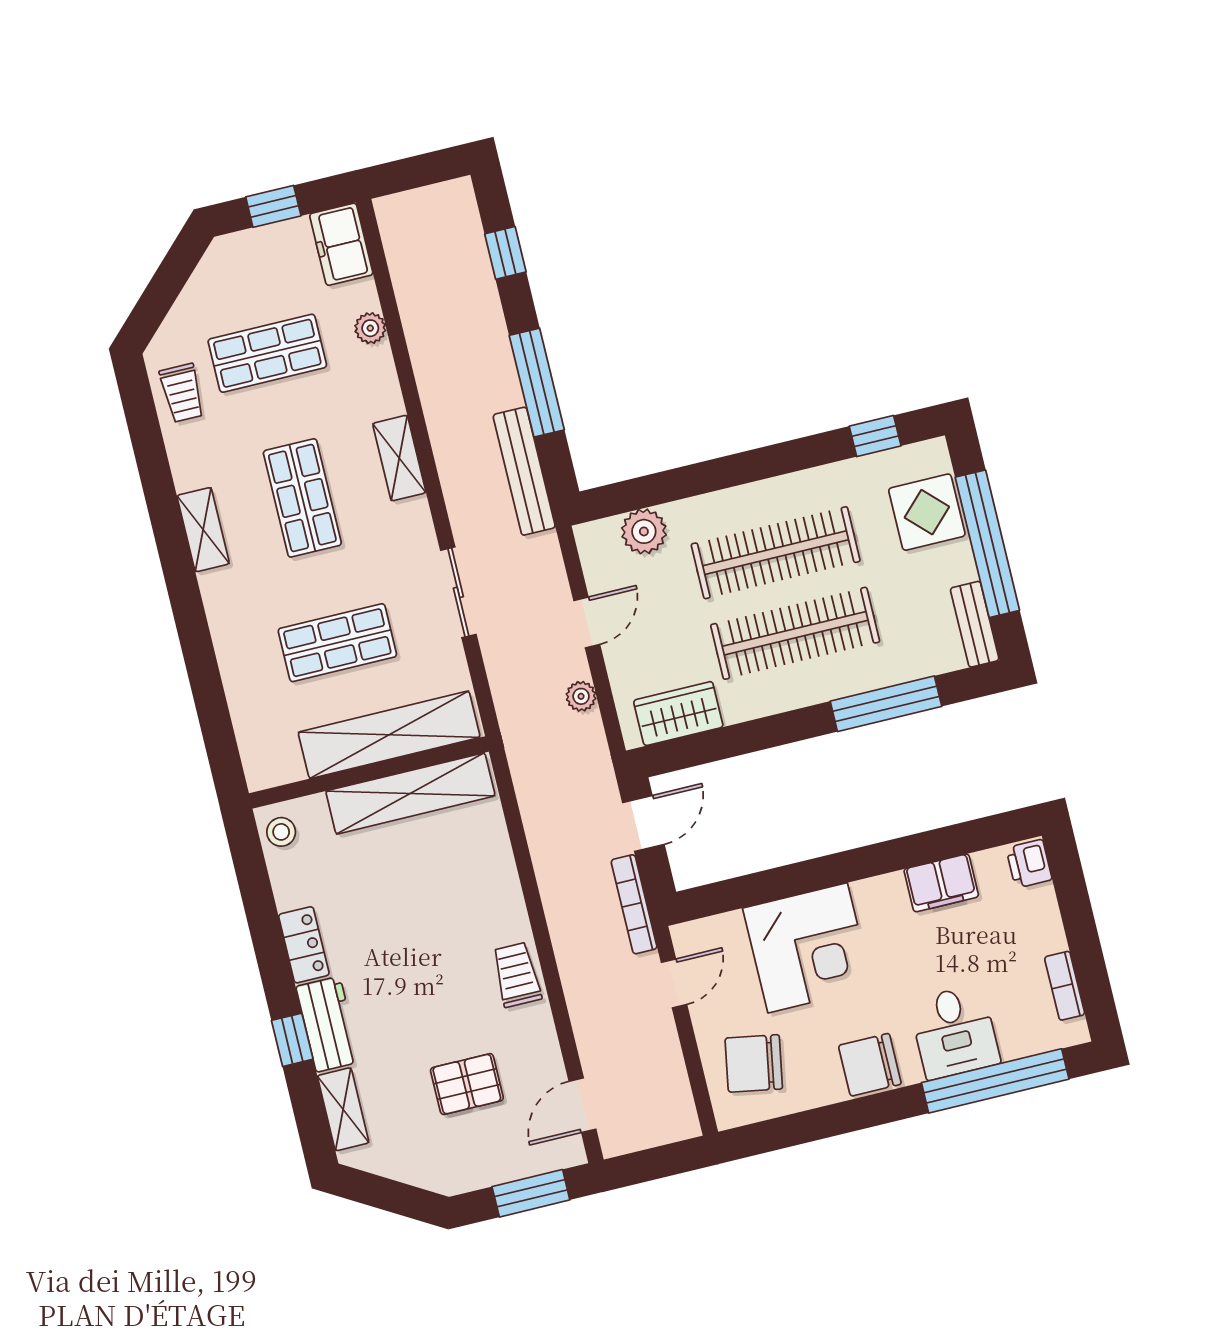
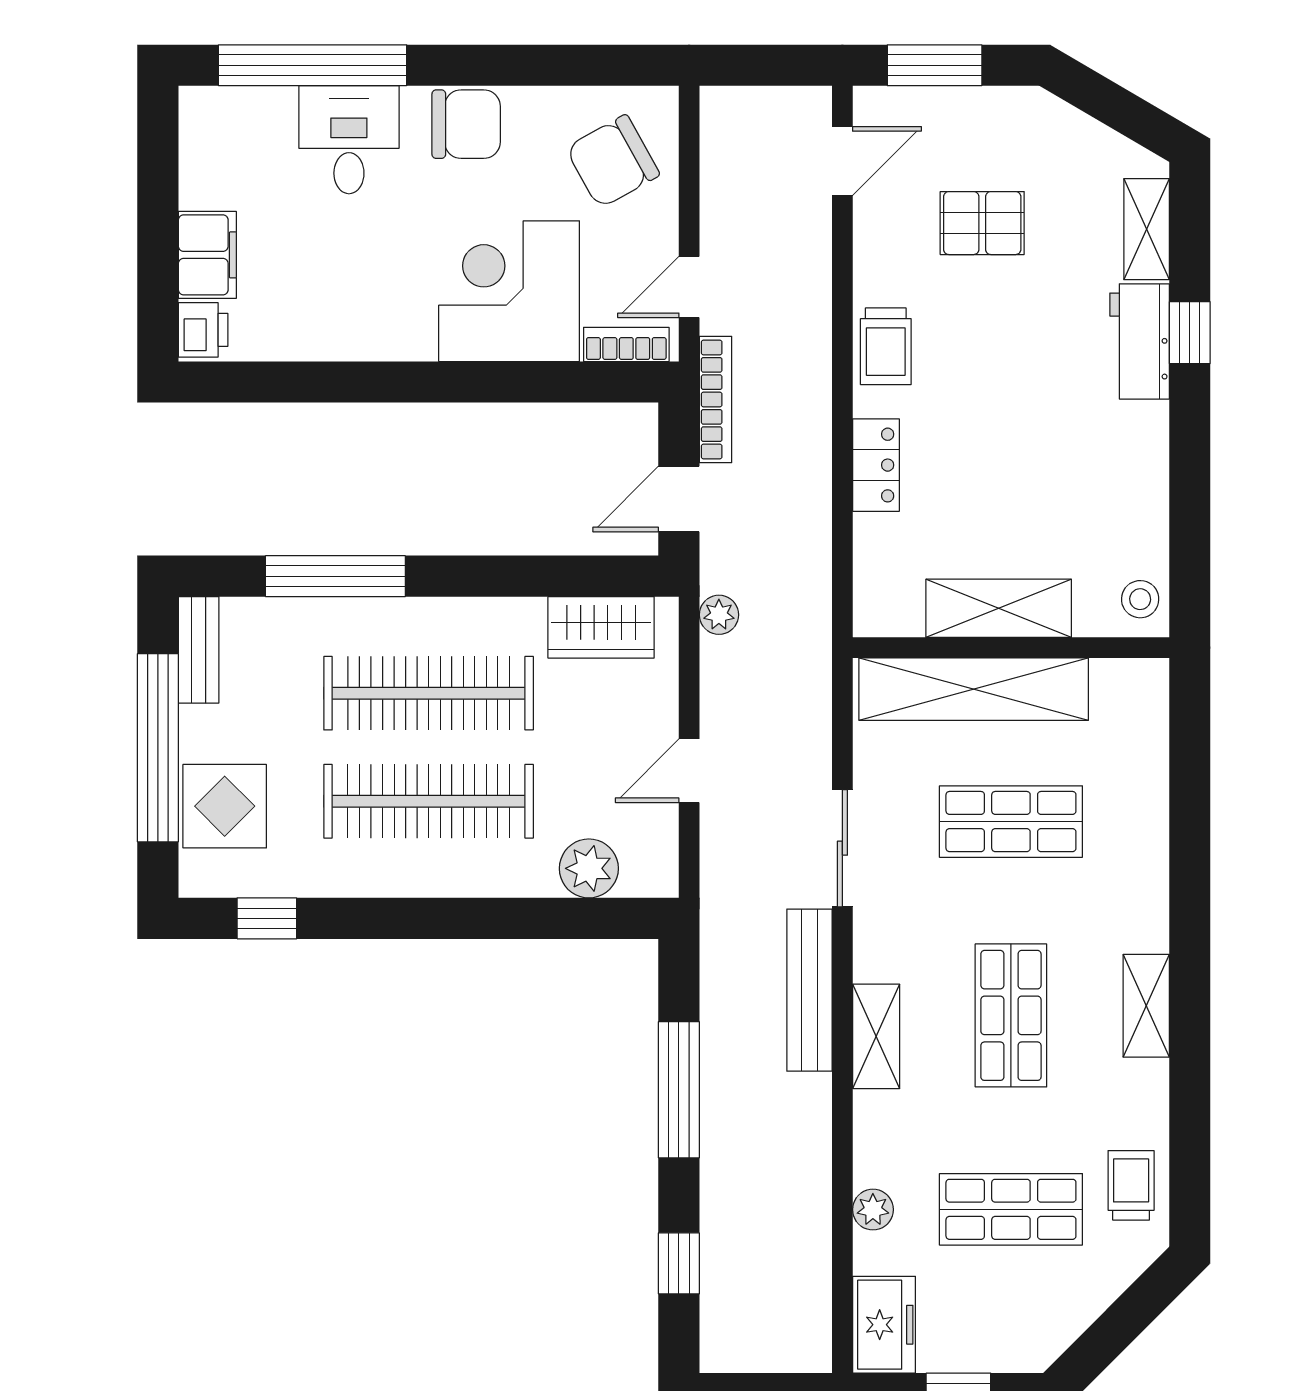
bench: (524, 471) -> (809, 990), moved
plant: (581, 696) -> (719, 615), moved
shelving: (410, 793) -> (999, 608), width x0.68
filing cabinet: (941, 883) -> (207, 255), moved, turned 90
locker: (304, 945) -> (876, 465), moved, turned 180
bookcase: (1065, 986) -> (626, 344), moved, turned -90
chair: (754, 1063) -> (613, 161), turned 141

